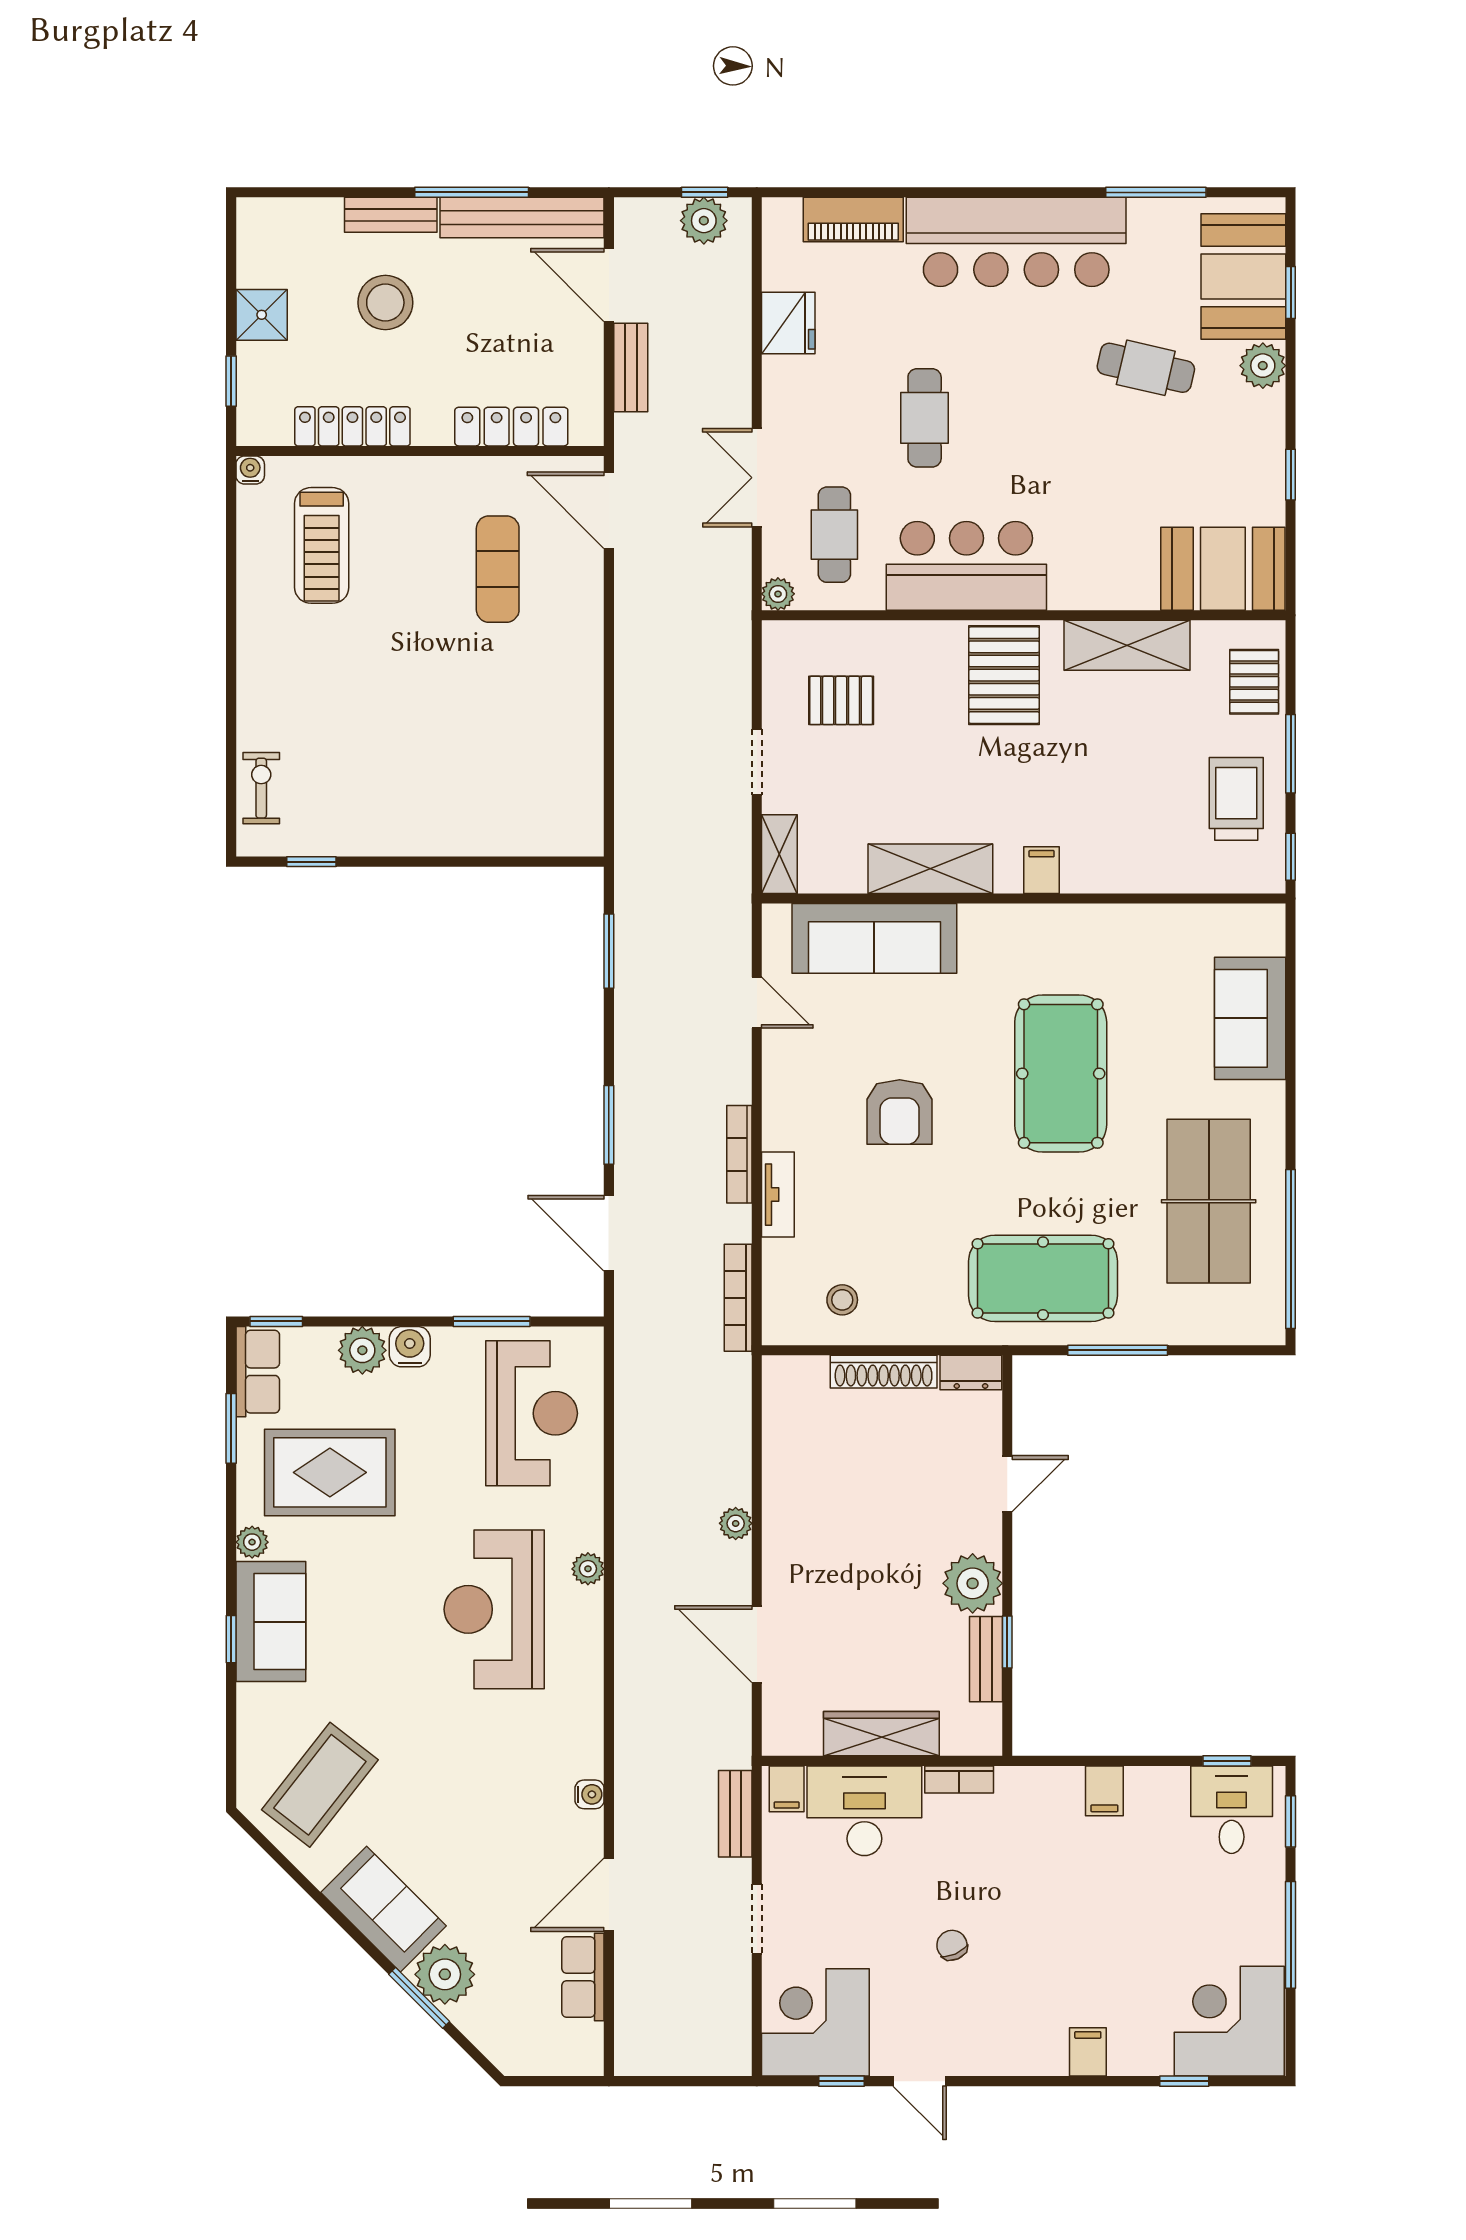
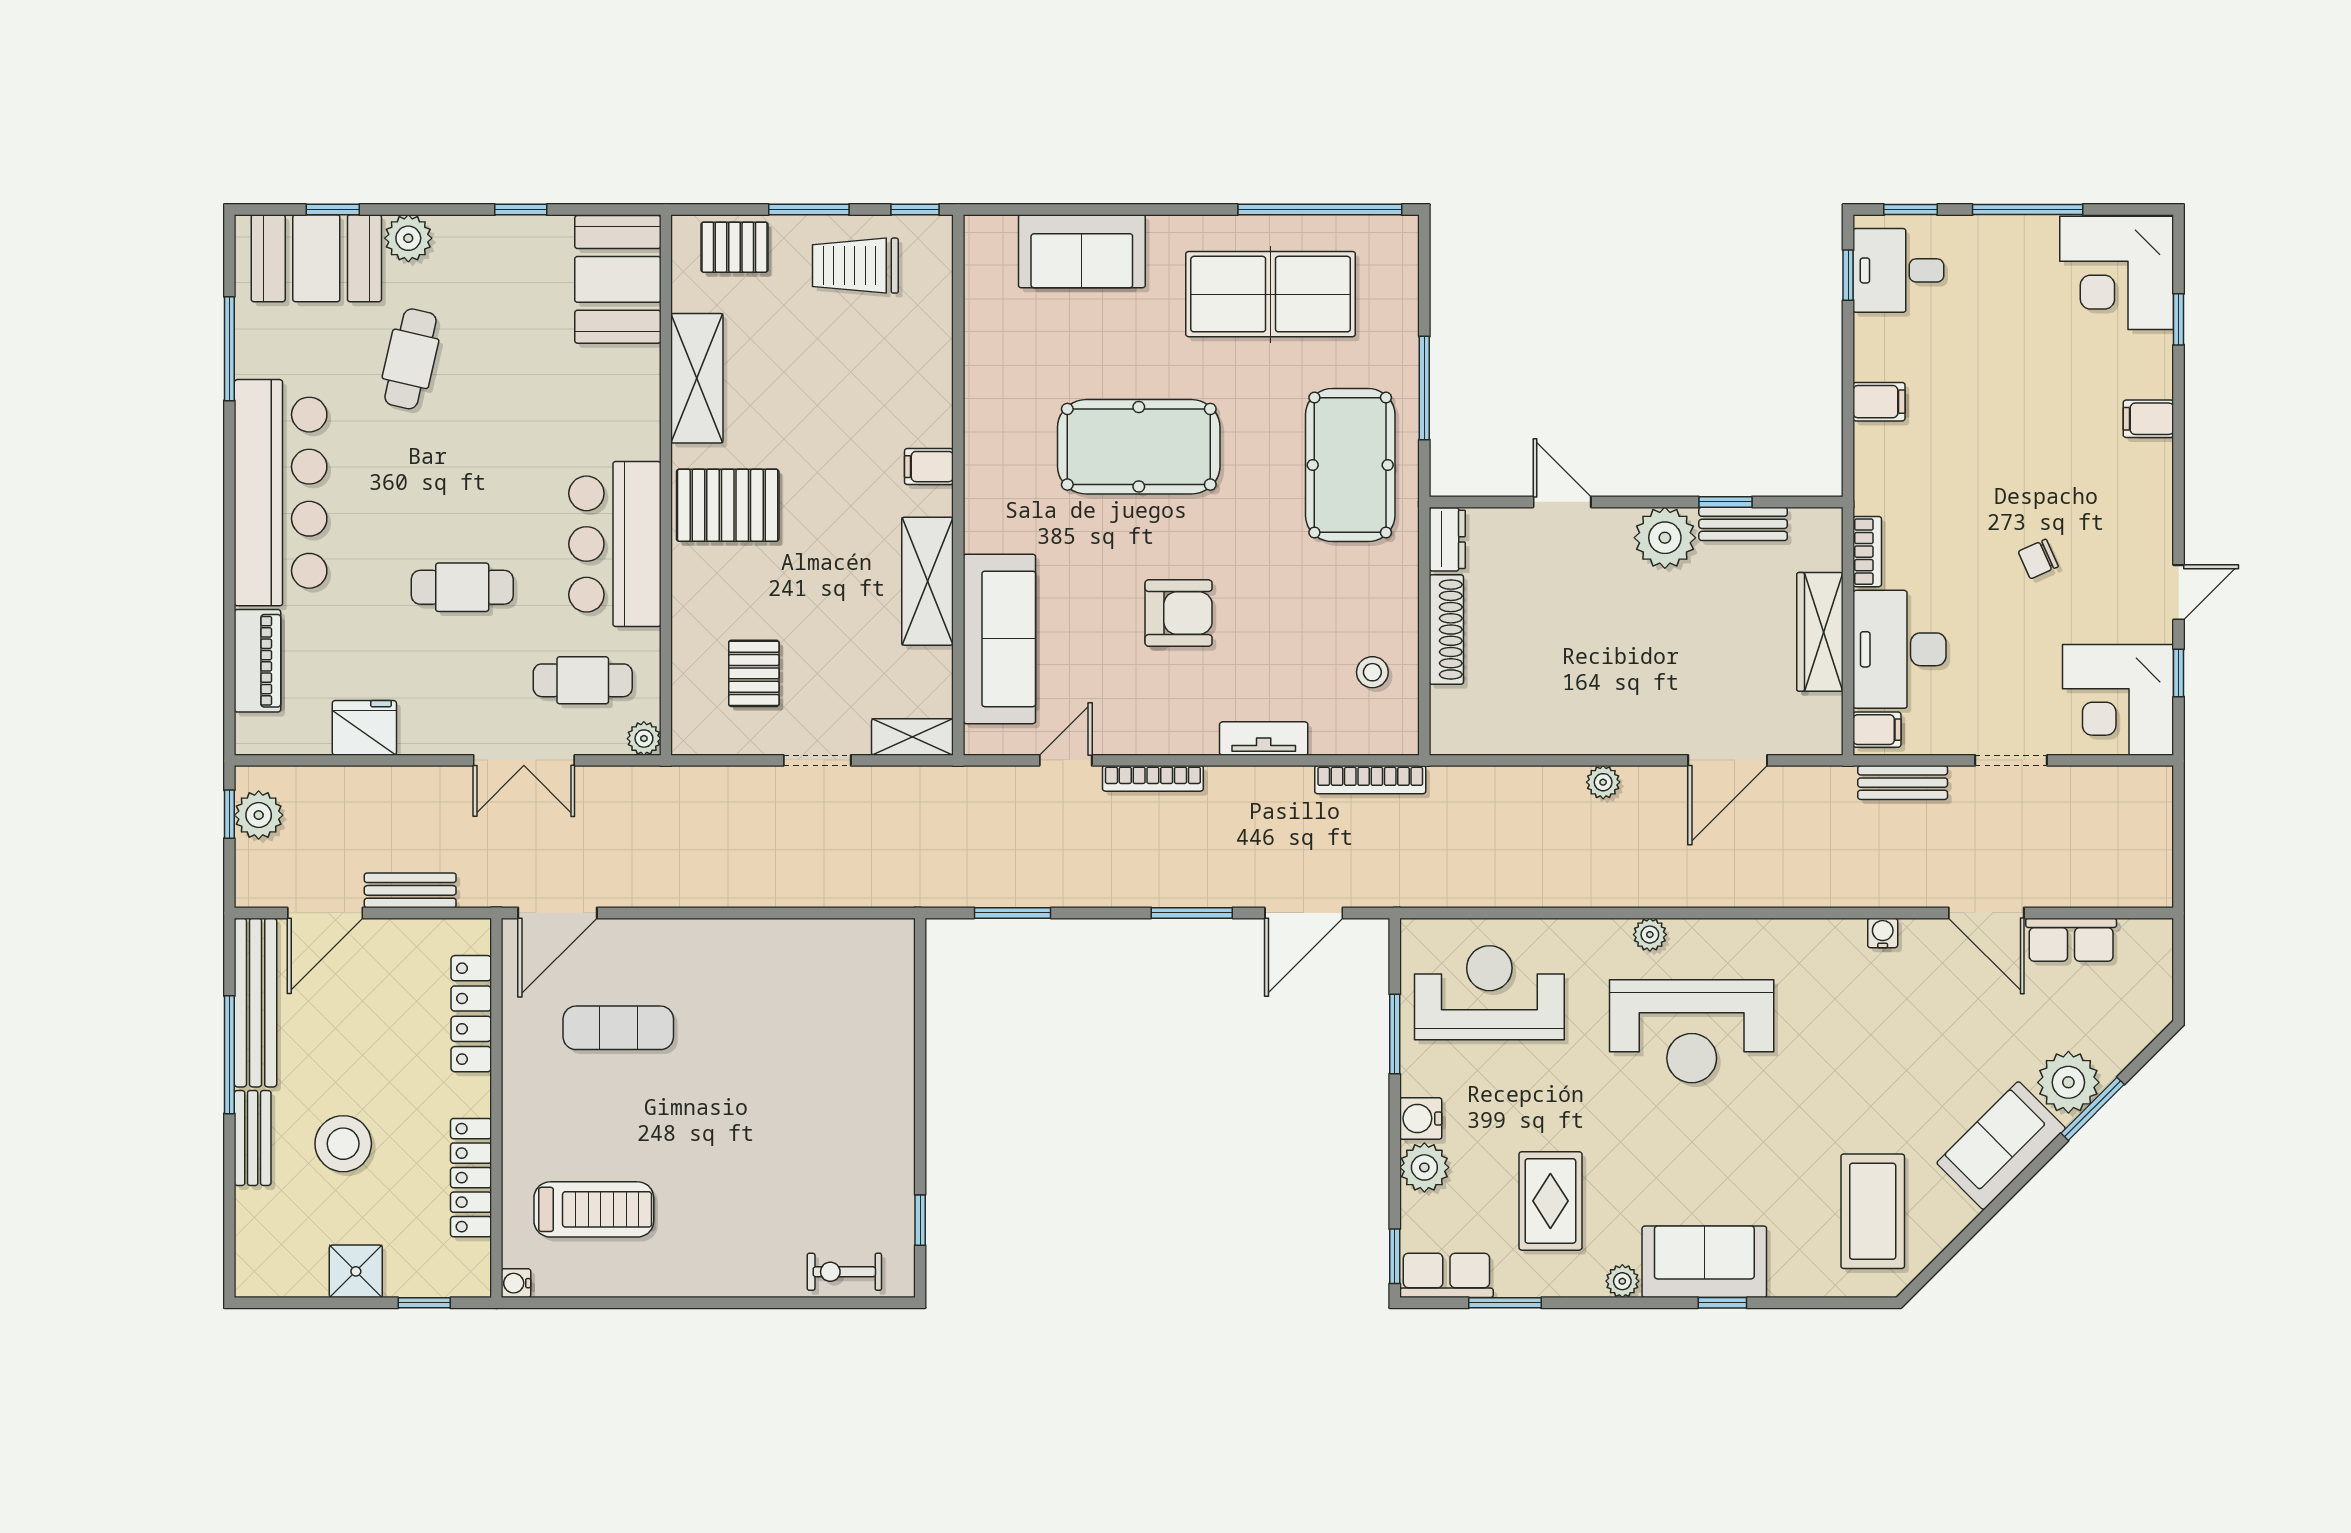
bookcase: (739, 1154) -> (1153, 778), moved
rug: (330, 1472) -> (1550, 1201), width x0.73, depth x0.70
coffee table: (320, 1785) -> (1873, 1211), turned 52

